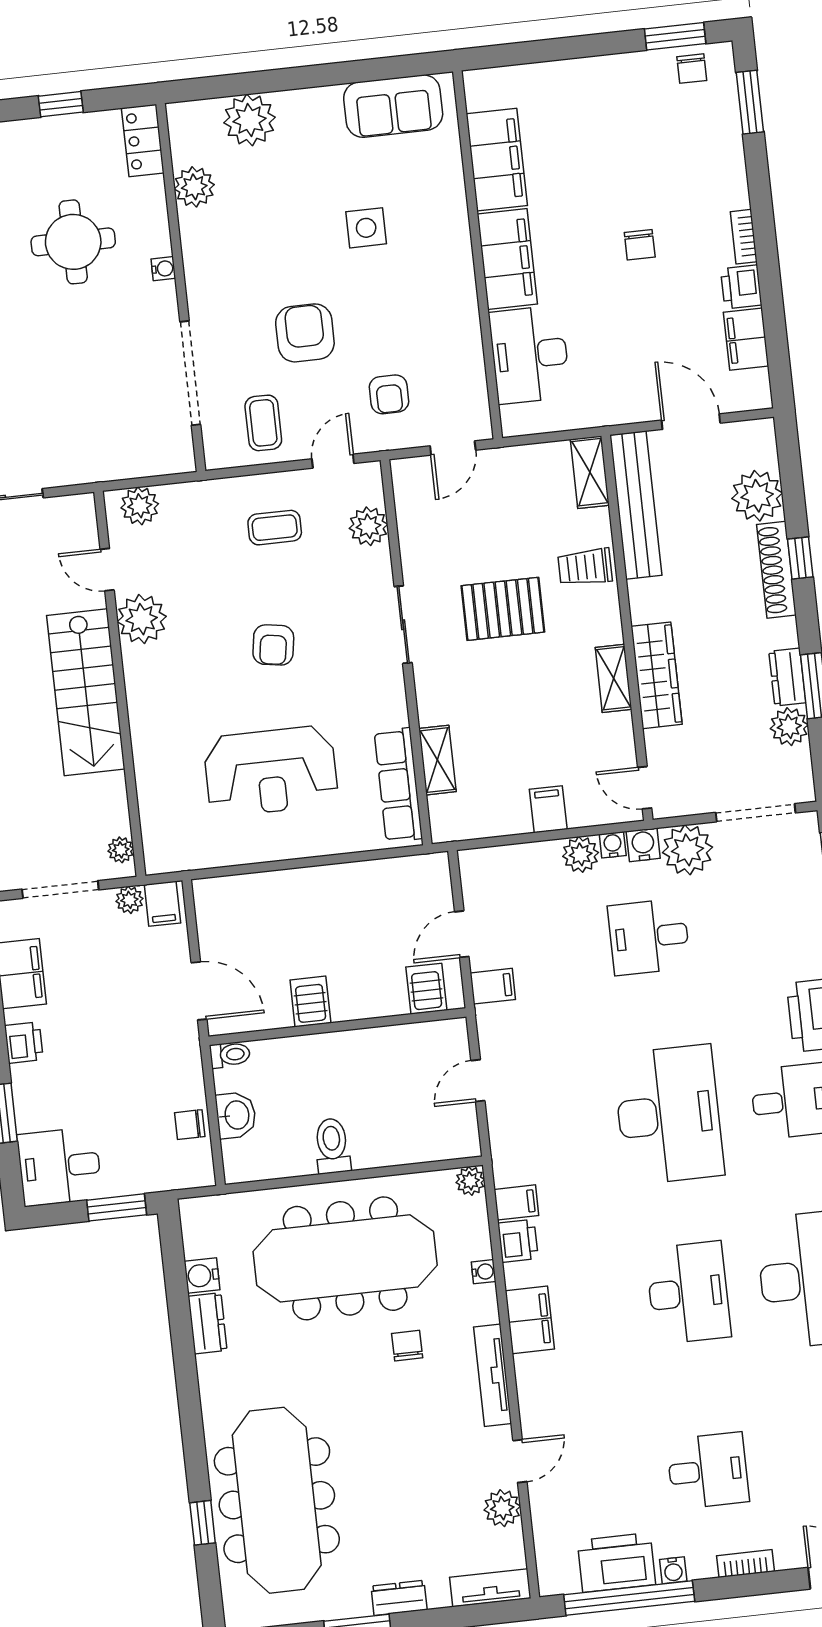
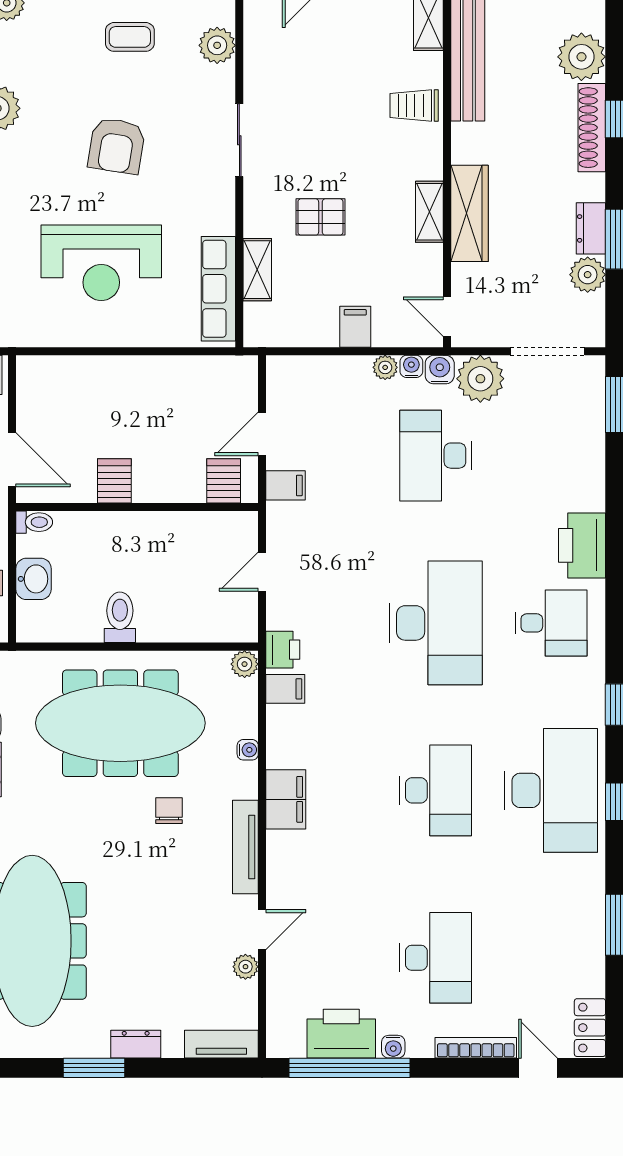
pallet: (503, 609) -> (320, 217), moved, width x0.67, depth x0.71
armchair: (273, 645) -> (117, 146), width x1.38, depth x1.38
plant: (581, 854) -> (385, 367), width x0.73, depth x0.73
desk: (649, 937) -> (436, 456), width x1.37
printer: (518, 1241) -> (283, 650), moved
desk: (708, 1471) -> (436, 958), width x1.37
plant: (502, 1508) -> (245, 967), width x0.73, depth x0.73
bookcase: (746, 1564) -> (476, 1048), width x1.56

